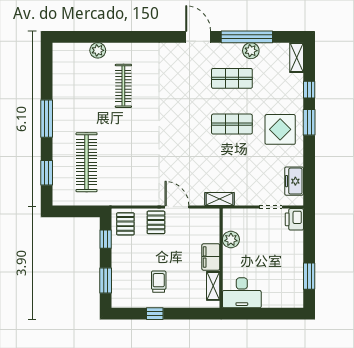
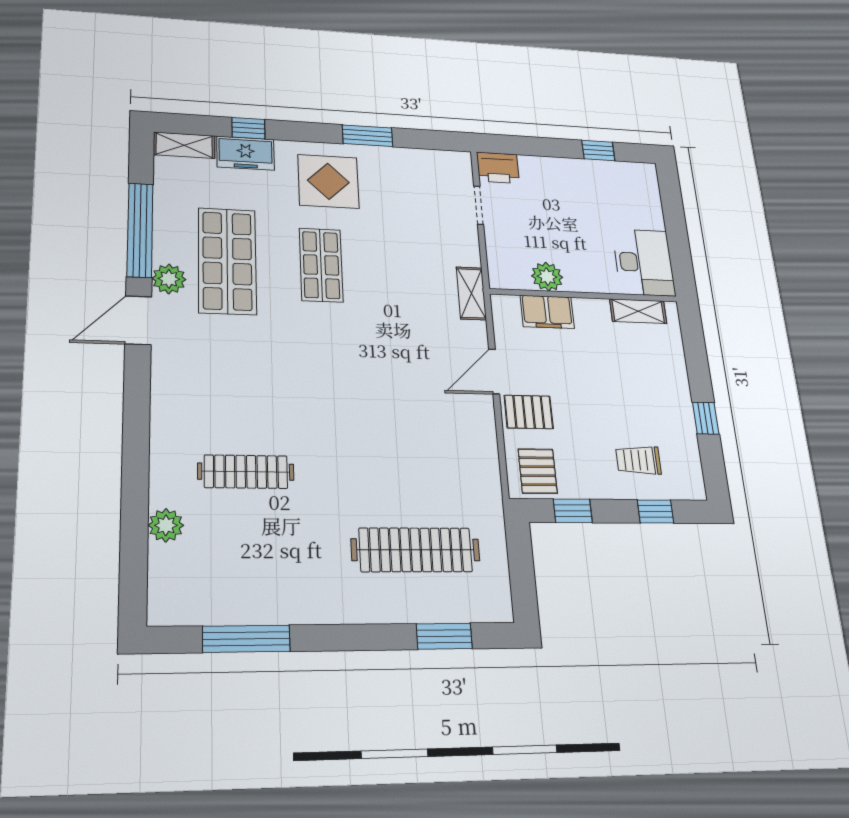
plant: (251, 51) -> (169, 279), moved
shop shelf: (232, 78) -> (227, 261), width x1.43, depth x1.36
window: (47, 119) -> (246, 639), moved
window: (309, 122) -> (367, 136), moved
freezer: (294, 181) -> (246, 153), moved
pallet: (125, 224) -> (538, 471), turned 90
filing cabinet: (211, 257) -> (547, 312), moved
window: (309, 276) -> (598, 150), width x0.67
window: (106, 281) -> (656, 511), width x0.67
trolley: (159, 282) -> (638, 460), moved

